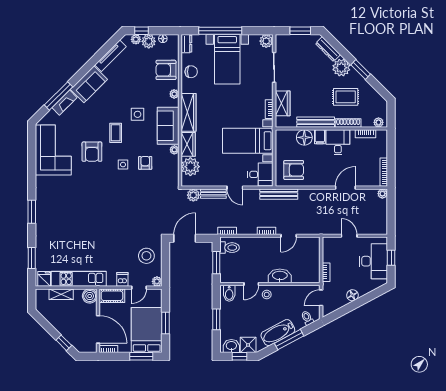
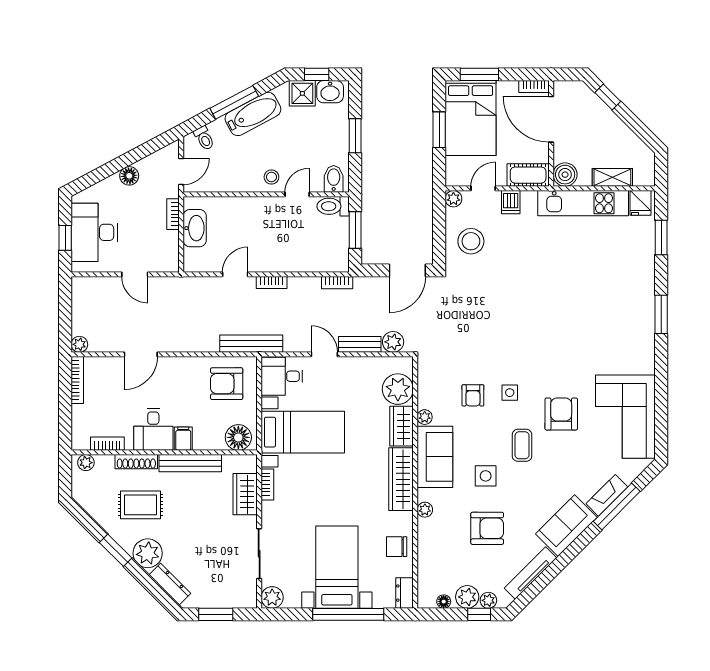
armchair: (166, 70) -> (487, 528), moved
floor lamp: (304, 137) -> (238, 437), moved
toilet: (230, 248) -> (333, 206), moved
washbasin: (280, 276) -> (195, 228), moved, turned -90

